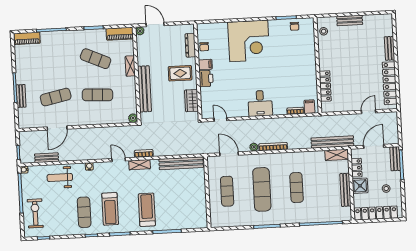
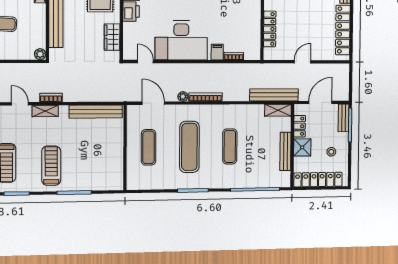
desk: (260, 103) -> (181, 40), width x1.87, depth x1.30
filing cabinet: (309, 107) -> (217, 52), moved
door: (368, 112) -> (303, 62), moved

